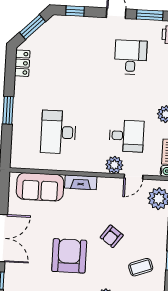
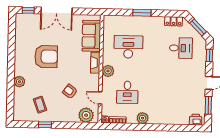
desk: (131, 57) -> (181, 48), moved
plant: (114, 165) -> (108, 71), moved
armchair: (112, 236) -> (70, 91), moved

